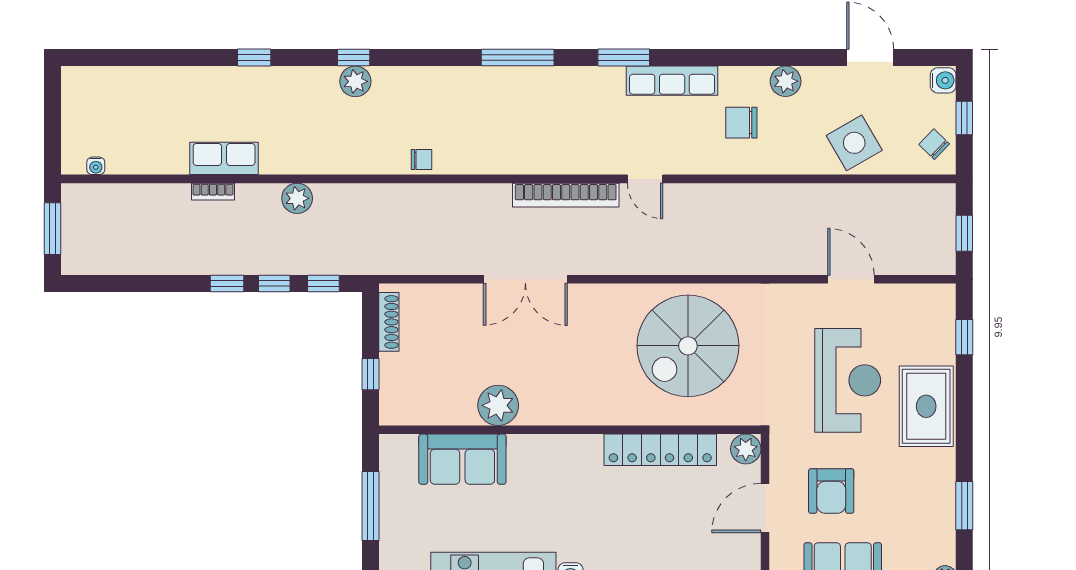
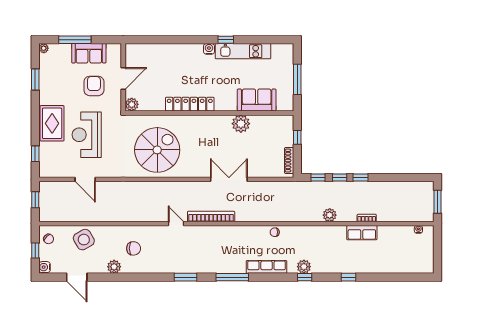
row of seats: (672, 81) -> (267, 267), moved
locker: (660, 450) -> (190, 104), moved

